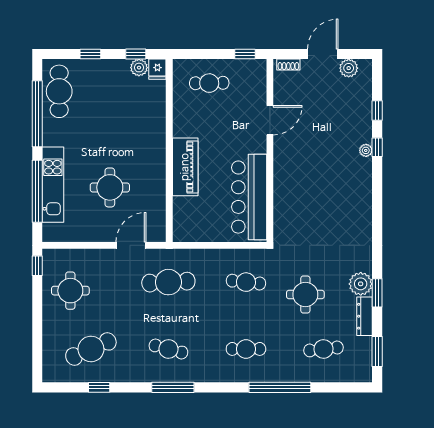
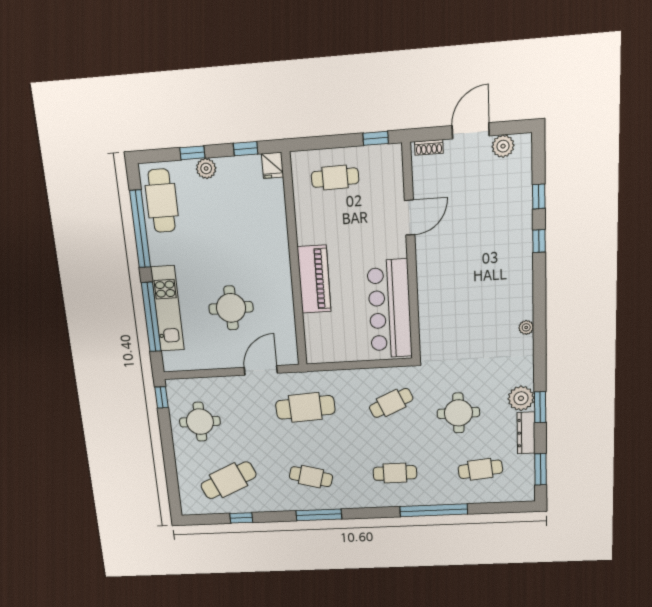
plant: (139, 68) -> (206, 168), moved
plant: (366, 150) -> (526, 327), moved
cafe table: (246, 282) -> (391, 403), turned -30

